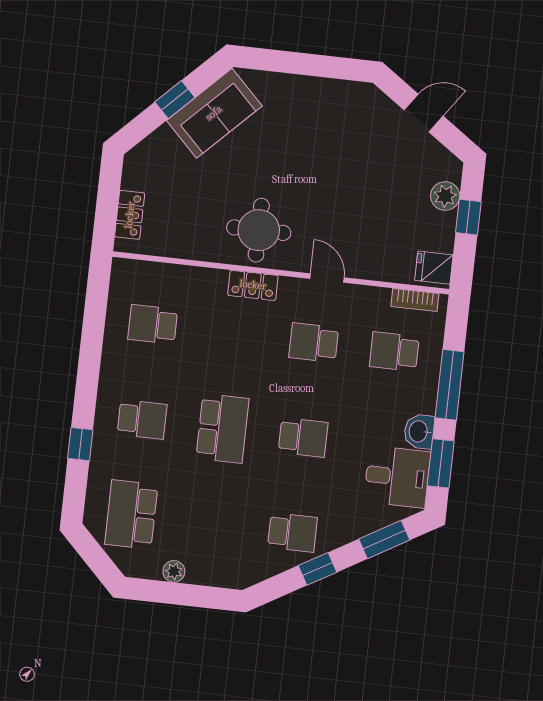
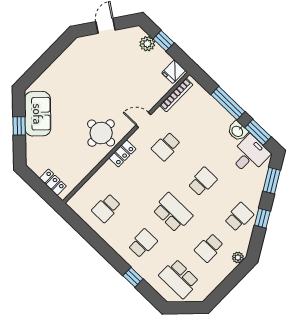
bookcase: (415, 300) -> (176, 95), width x1.56
school desk: (394, 352) -> (209, 248), moved
plant: (174, 571) -> (238, 257), moved

